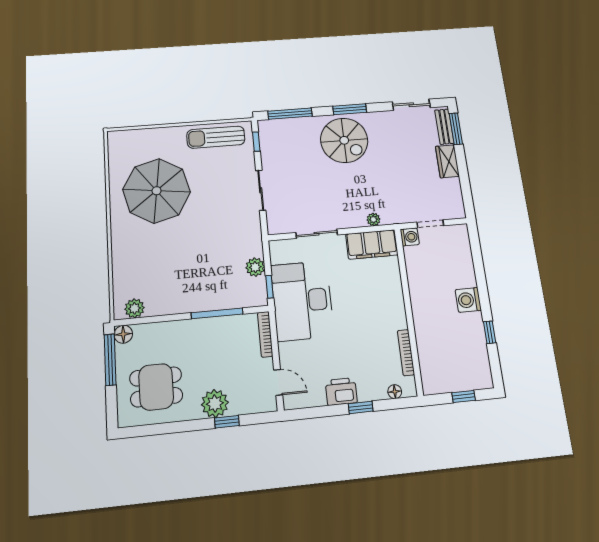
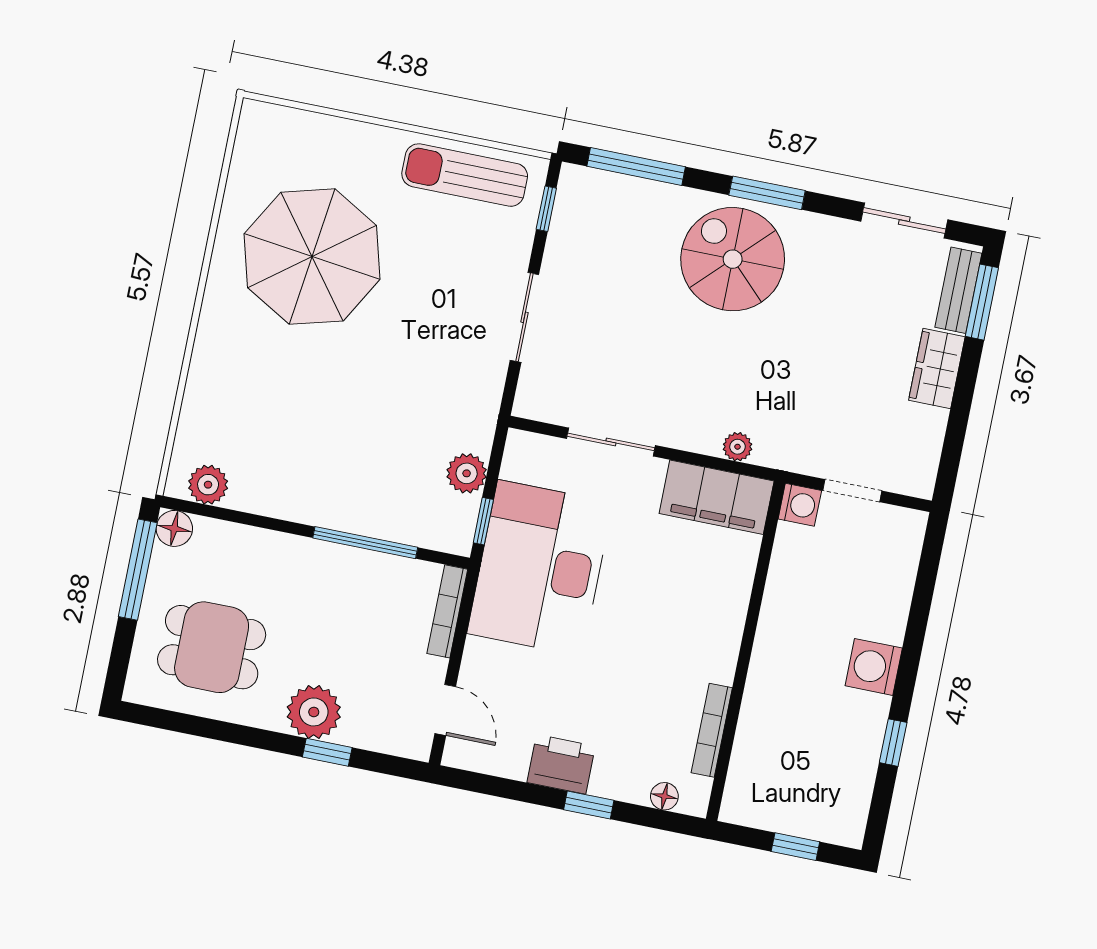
spiral stairs: (344, 140) -> (733, 259), turned 180

